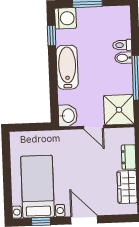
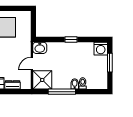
window: (52, 36) -> (71, 39), moved
bathtub: (67, 67) -> (70, 49), removed

